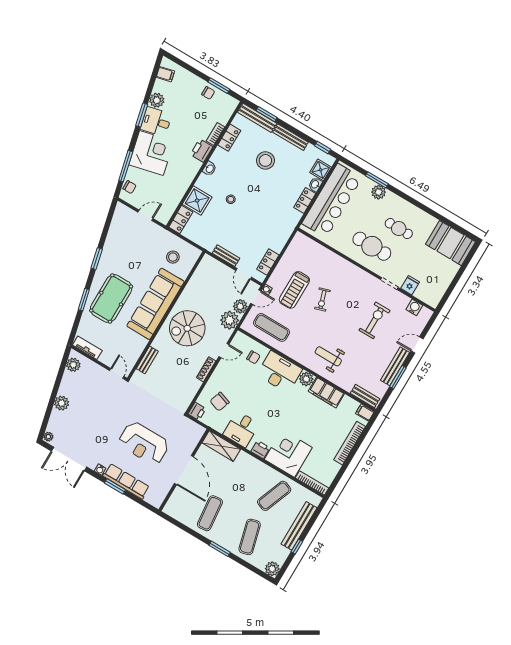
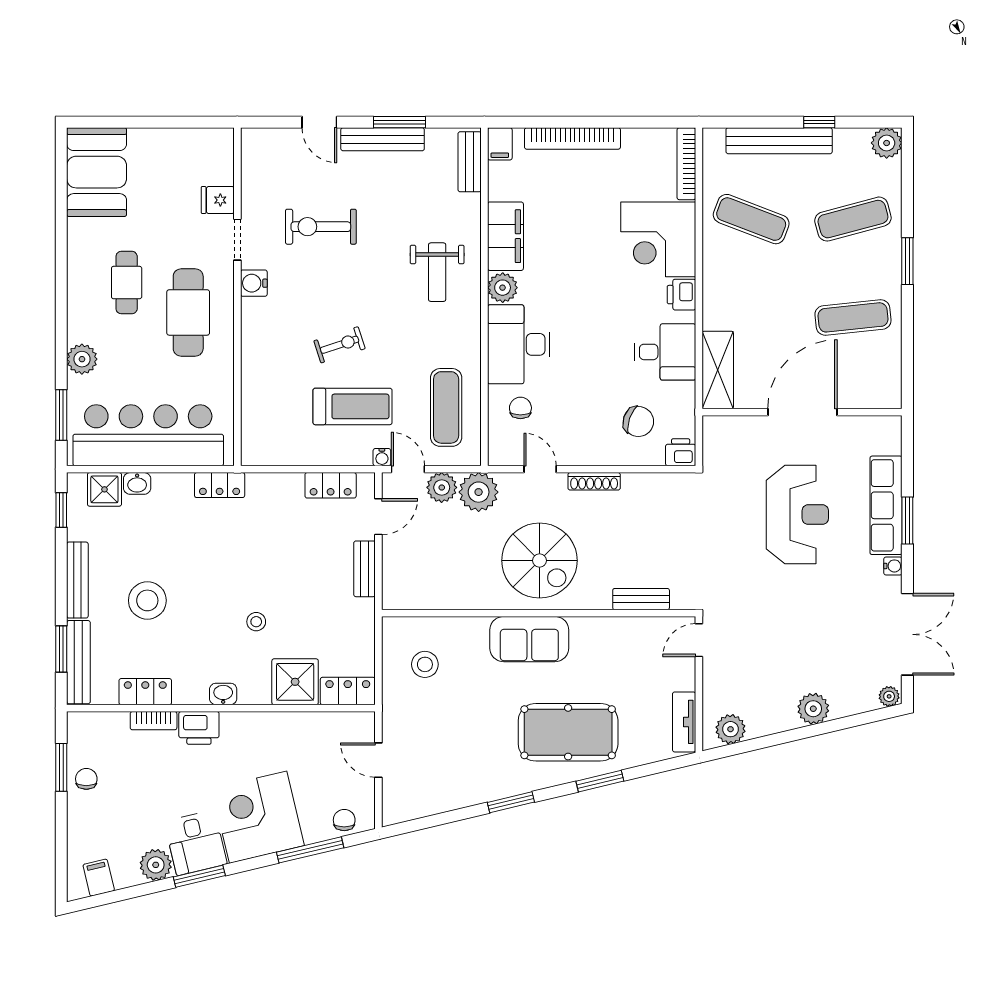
window: (377, 180) -> (61, 415), moved
locker: (305, 201) -> (220, 485), moved
sofa: (156, 304) -> (529, 639), width x0.54, depth x0.79
water cooler: (414, 307) -> (254, 283), moved

